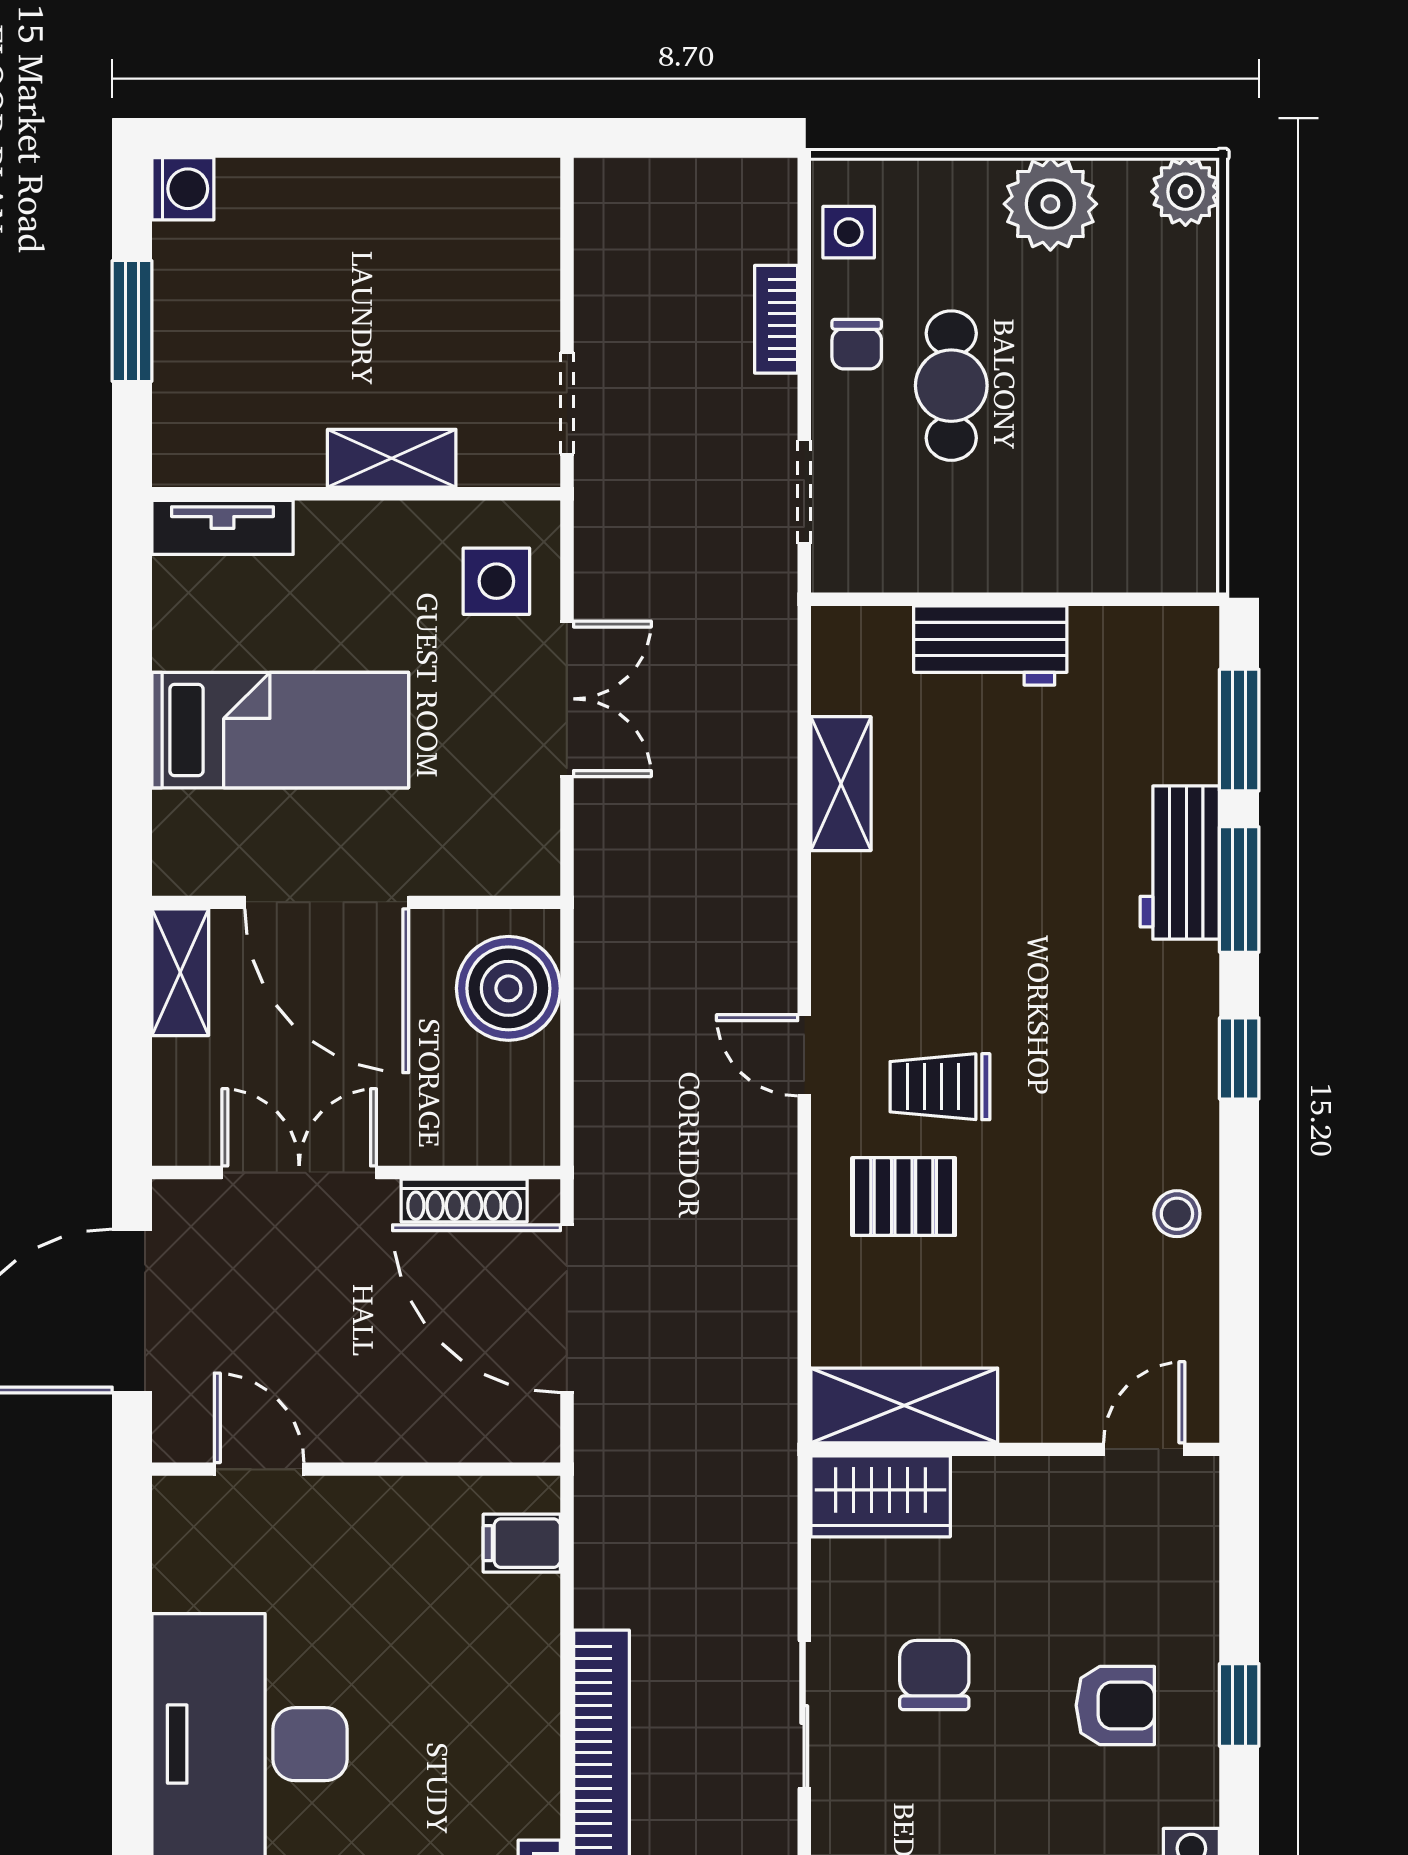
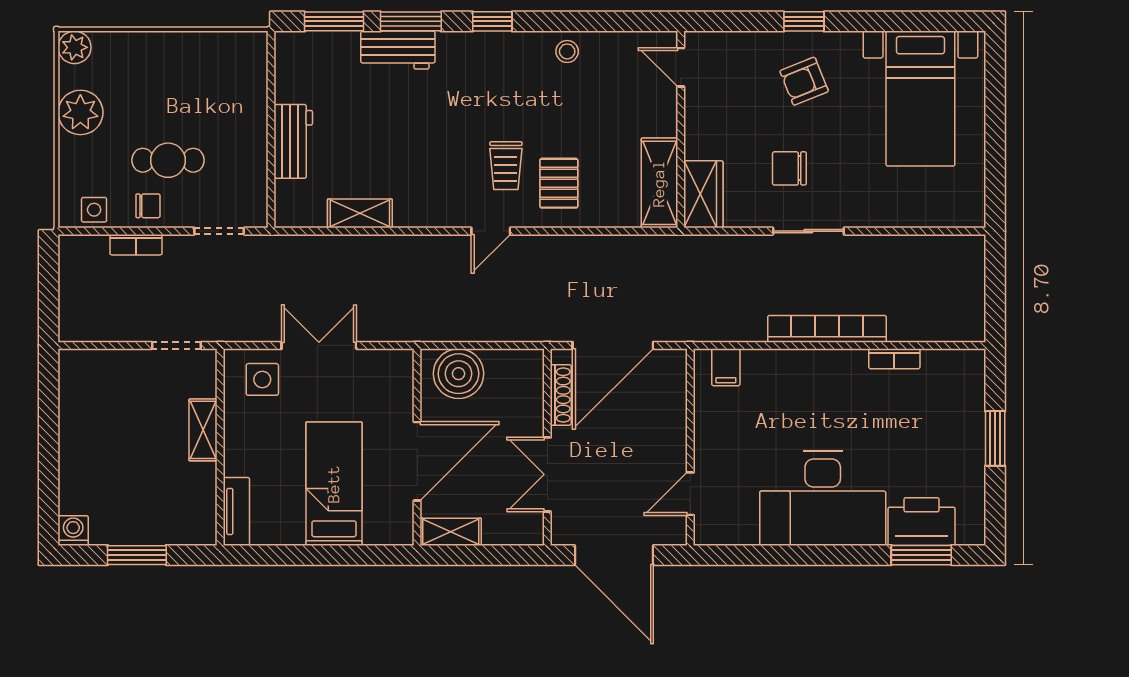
armchair: (1115, 1705) -> (804, 81), turned -112

